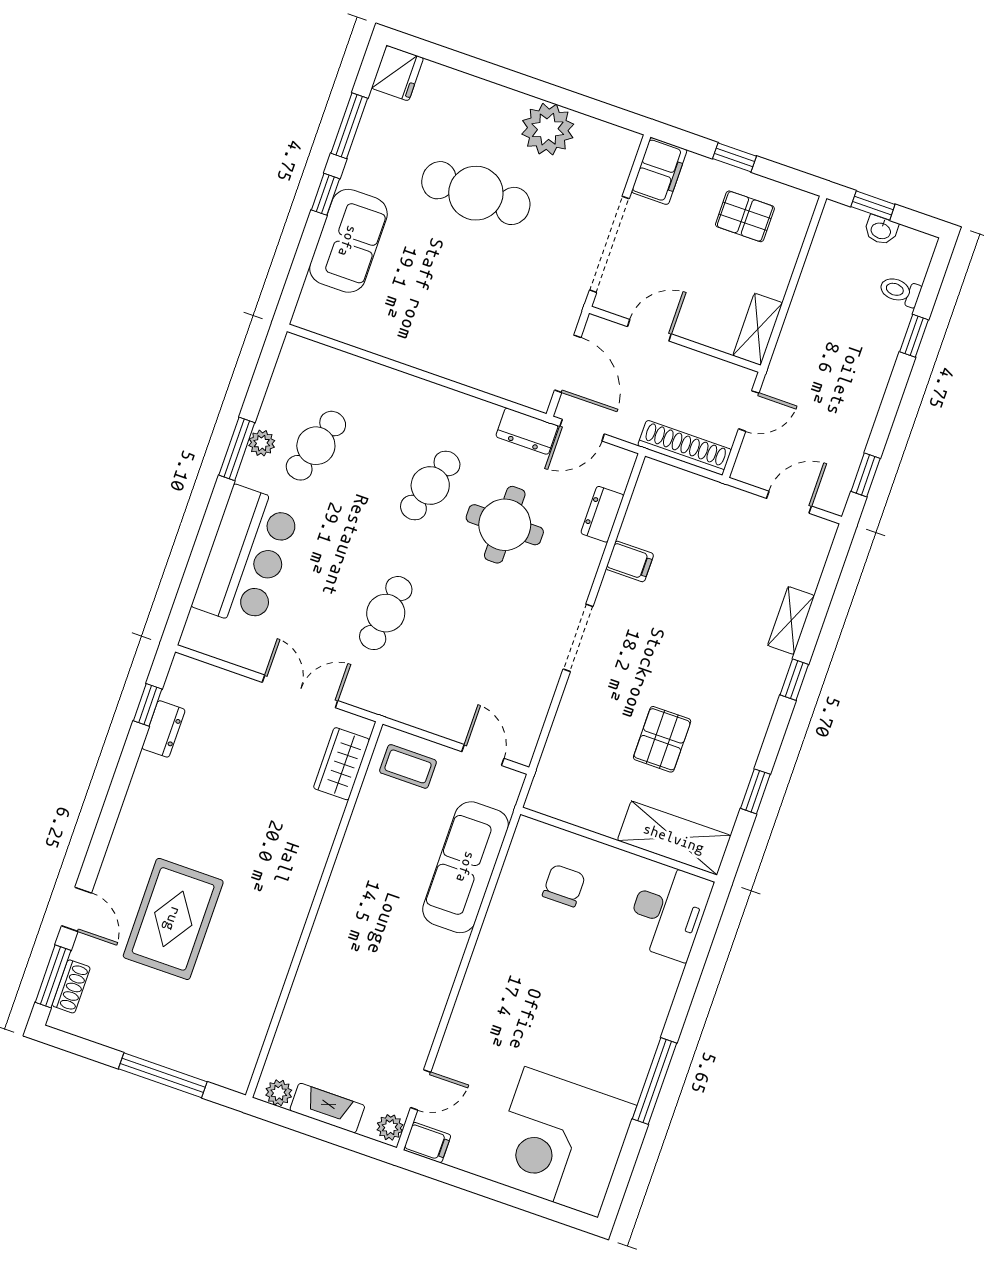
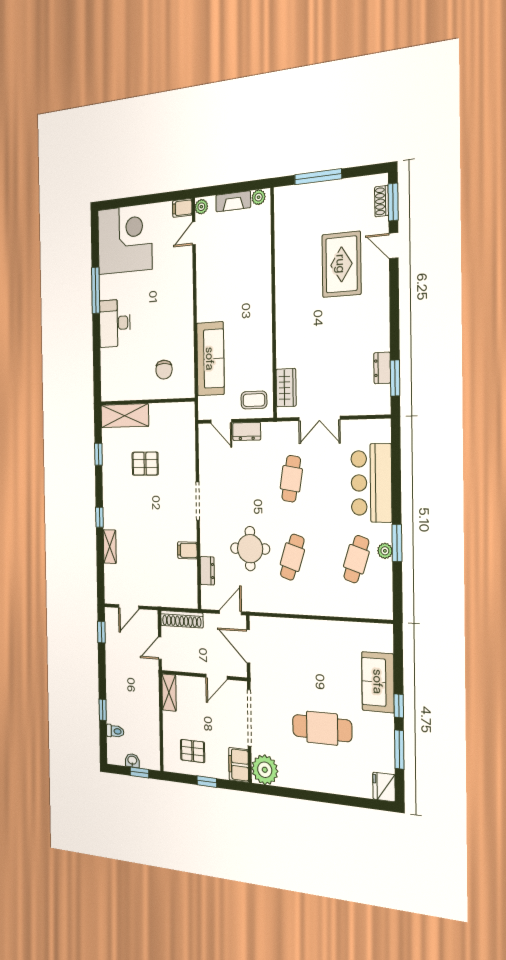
plant: (548, 129) -> (265, 770), moved
dresser: (527, 431) -> (247, 431), moved, turned 180
window: (148, 705) -> (395, 378), width x1.50
pallet: (662, 739) -> (145, 464), turned 90
desk: (668, 912) -> (115, 323), moved

